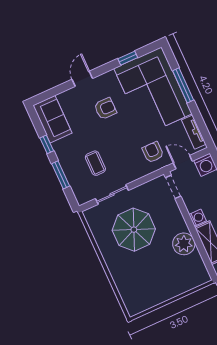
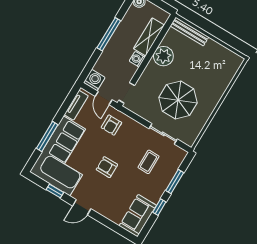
door: (82, 79) -> (82, 207), moved
armchair: (105, 109) -> (107, 167), moved
bench: (190, 284) -> (189, 31), added

